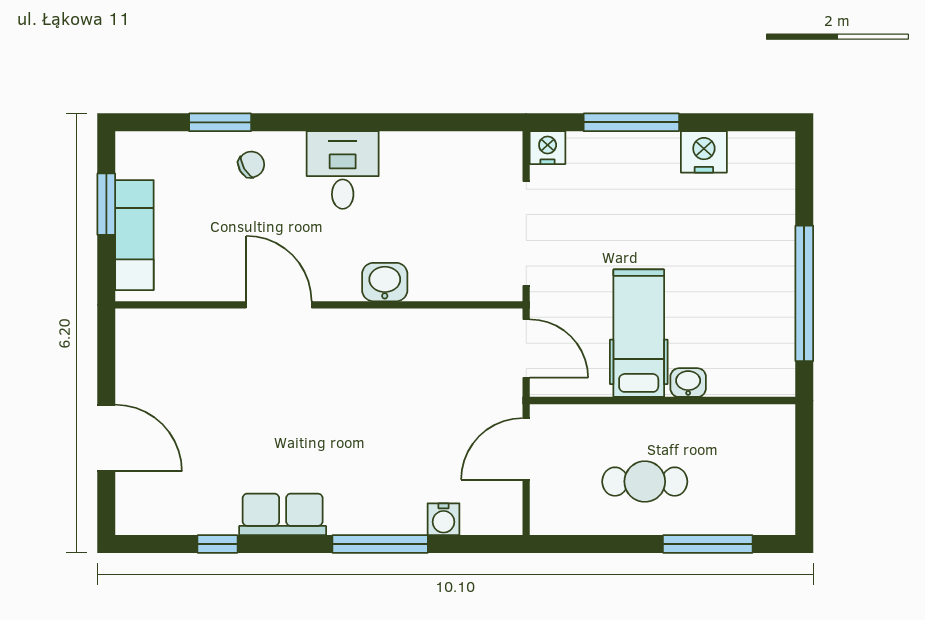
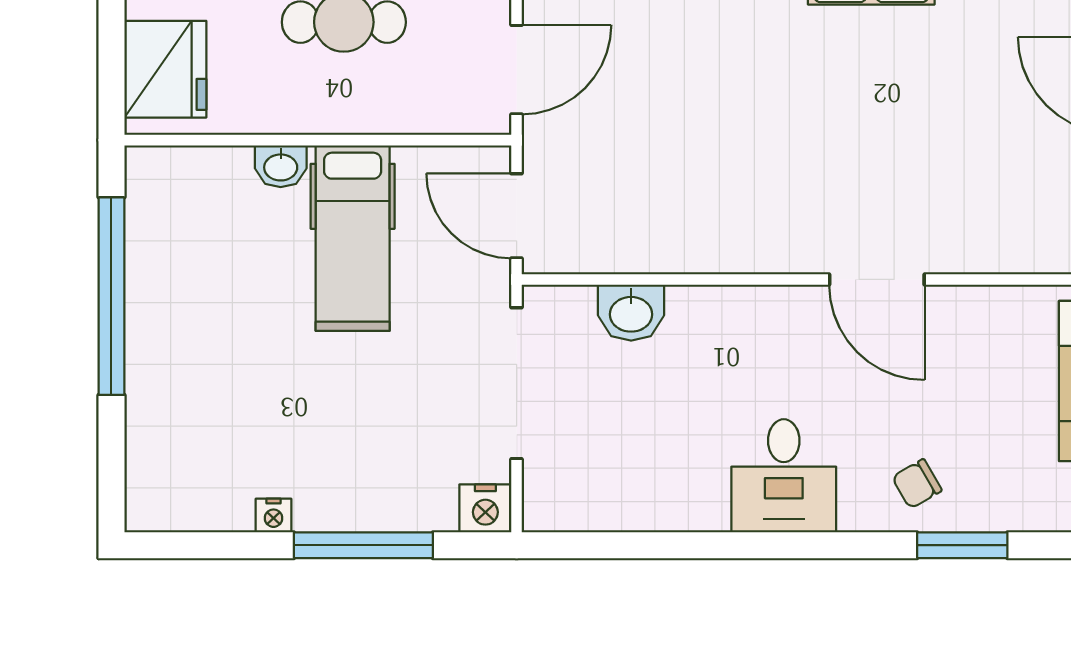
nightstand: (704, 152) -> (274, 515), width x0.53, depth x0.56
washbasin: (385, 282) -> (631, 313), moved
fridge: (767, 449) -> (165, 69), added

